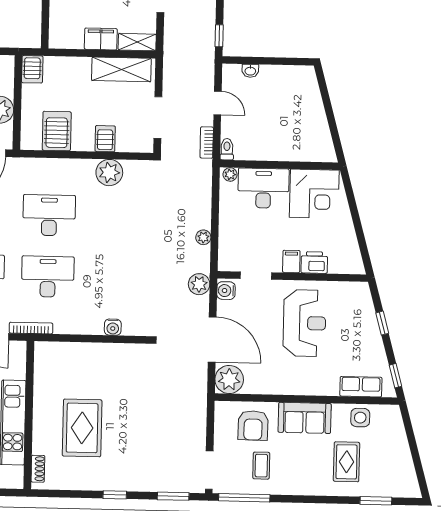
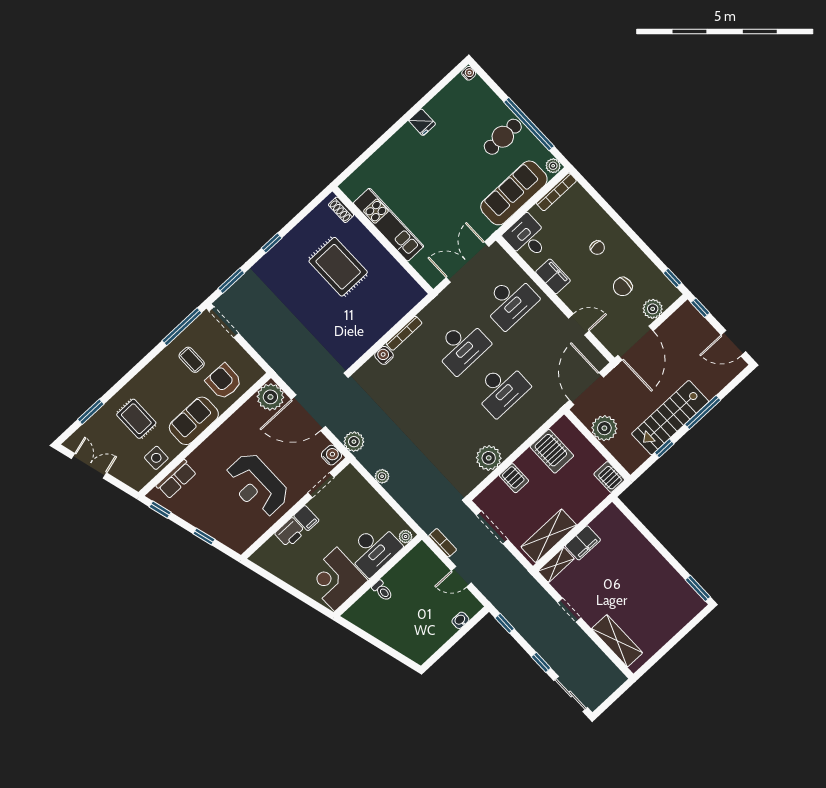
toilet: (227, 149) -> (382, 591), moved
bookcase: (31, 328) -> (404, 333), moved
double door: (417, 461) -> (89, 466), added

